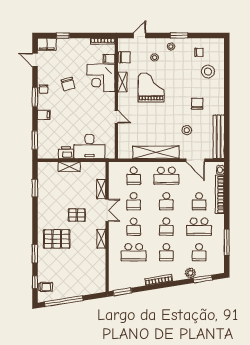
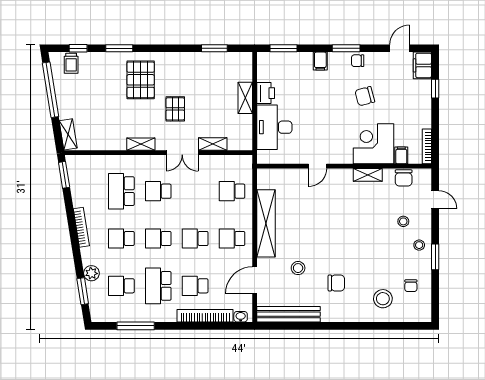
grand piano: (151, 87) -> (360, 216), removed
school desk: (166, 176) -> (232, 239), width x0.54
school desk: (134, 201) -> (195, 191), removed
shelving: (94, 289) -> (68, 134), added

